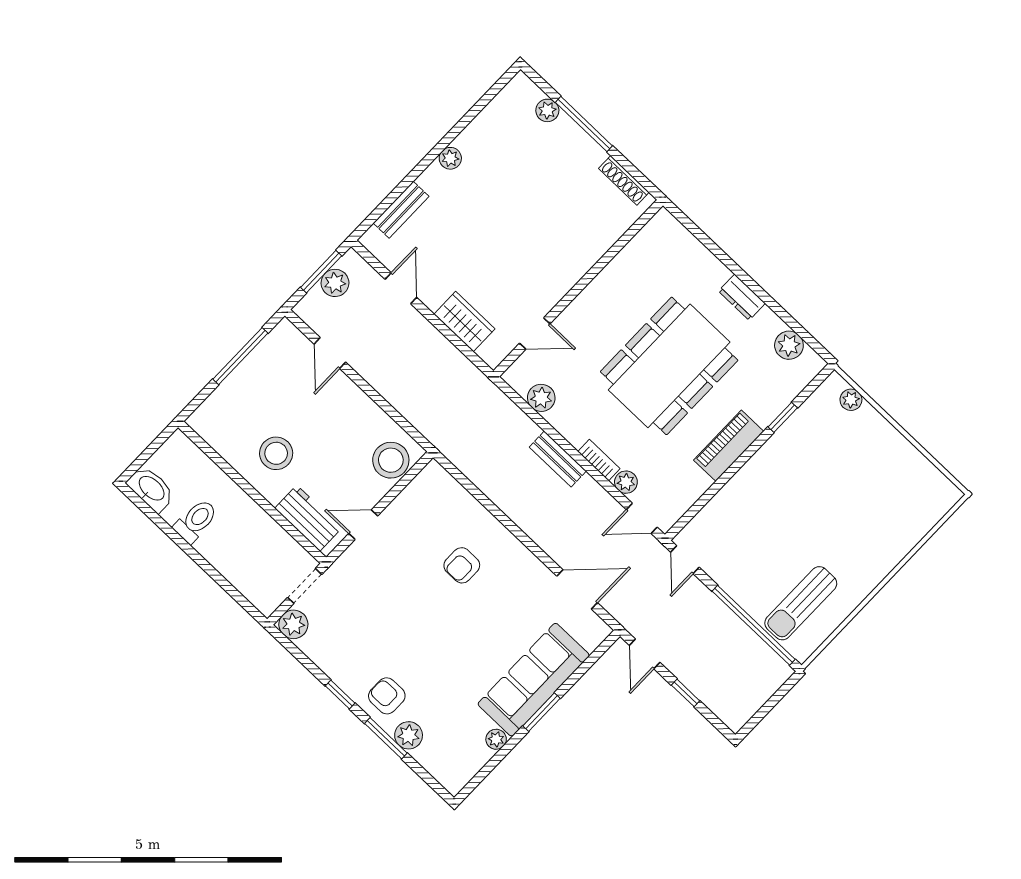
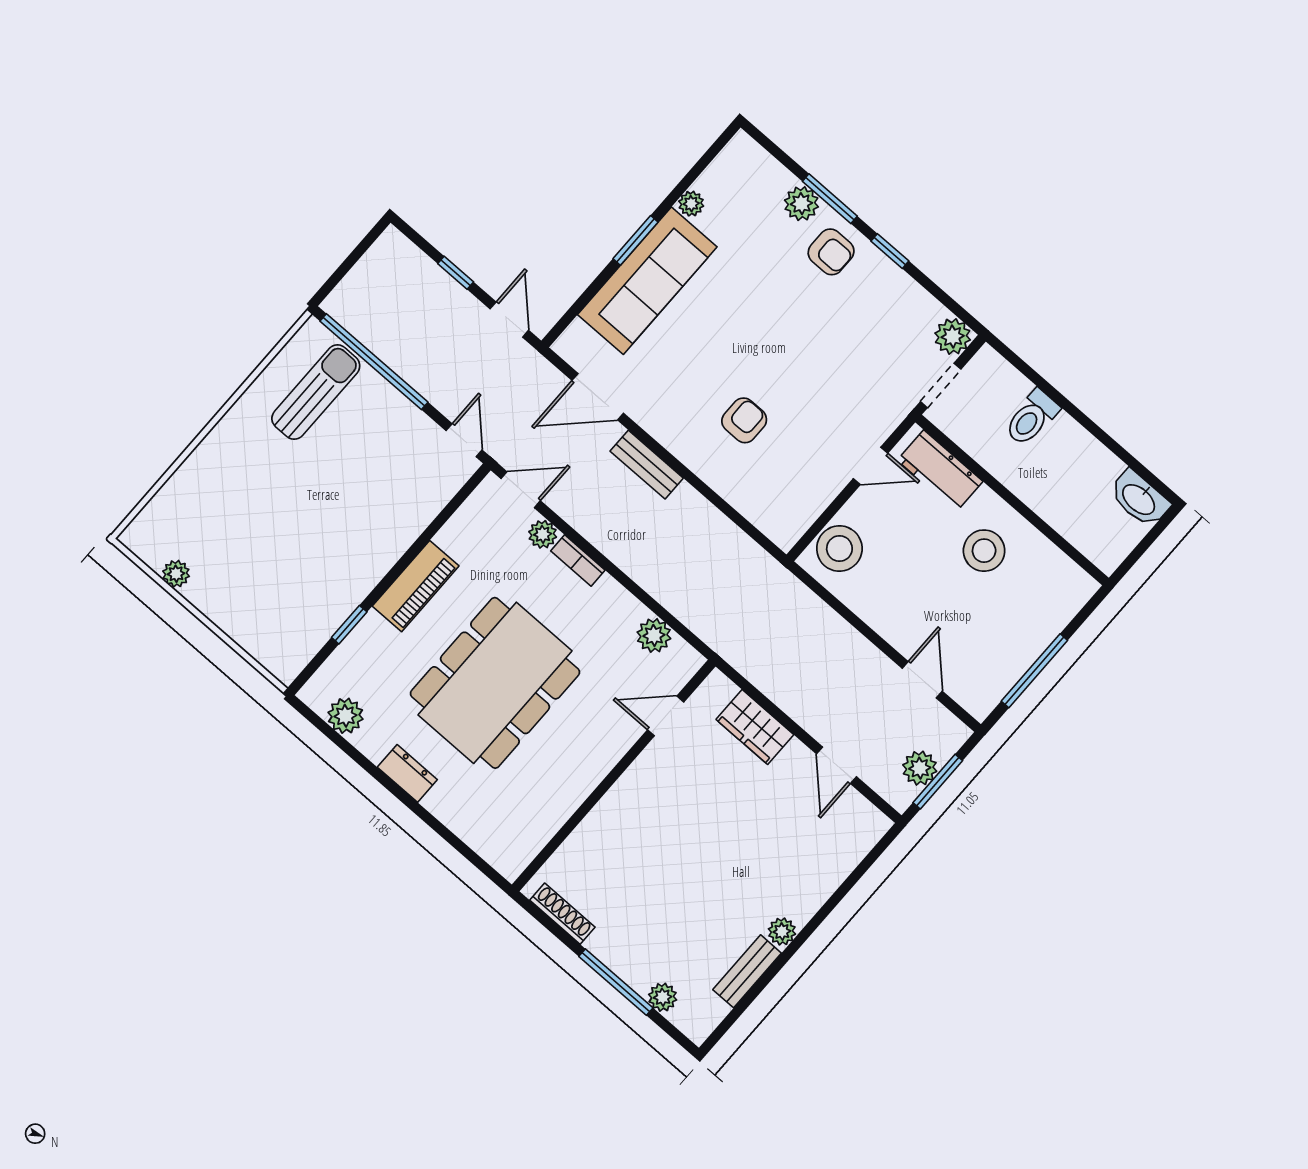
bench: (401, 210) -> (747, 971), moved
plant: (851, 400) -> (176, 574), moved
bench: (558, 459) -> (647, 465), moved
toilet: (196, 521) -> (1032, 418), moved

